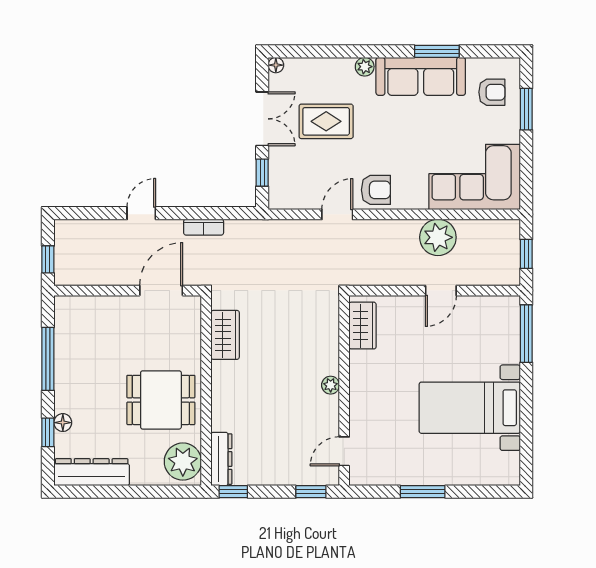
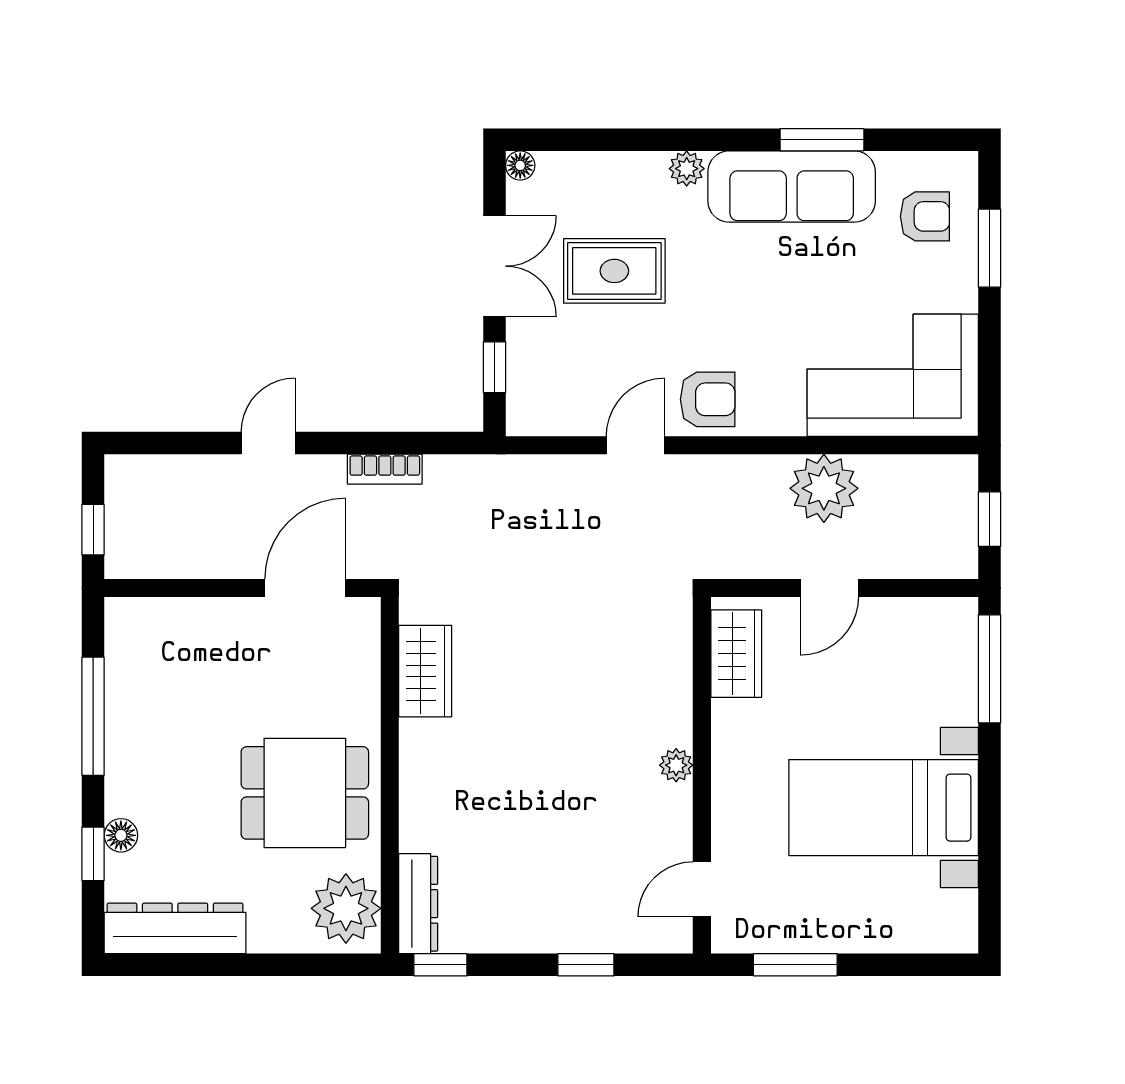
wardrobe: (363, 326) -> (736, 654), moved
plant: (331, 385) -> (676, 765), moved
wall: (344, 390) -> (702, 775), moved
door: (344, 451) -> (702, 889), moved

